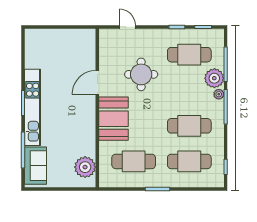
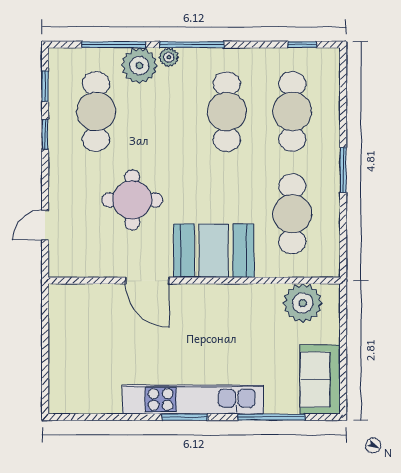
sofa: (36, 166) -> (320, 380), moved, turned -90

